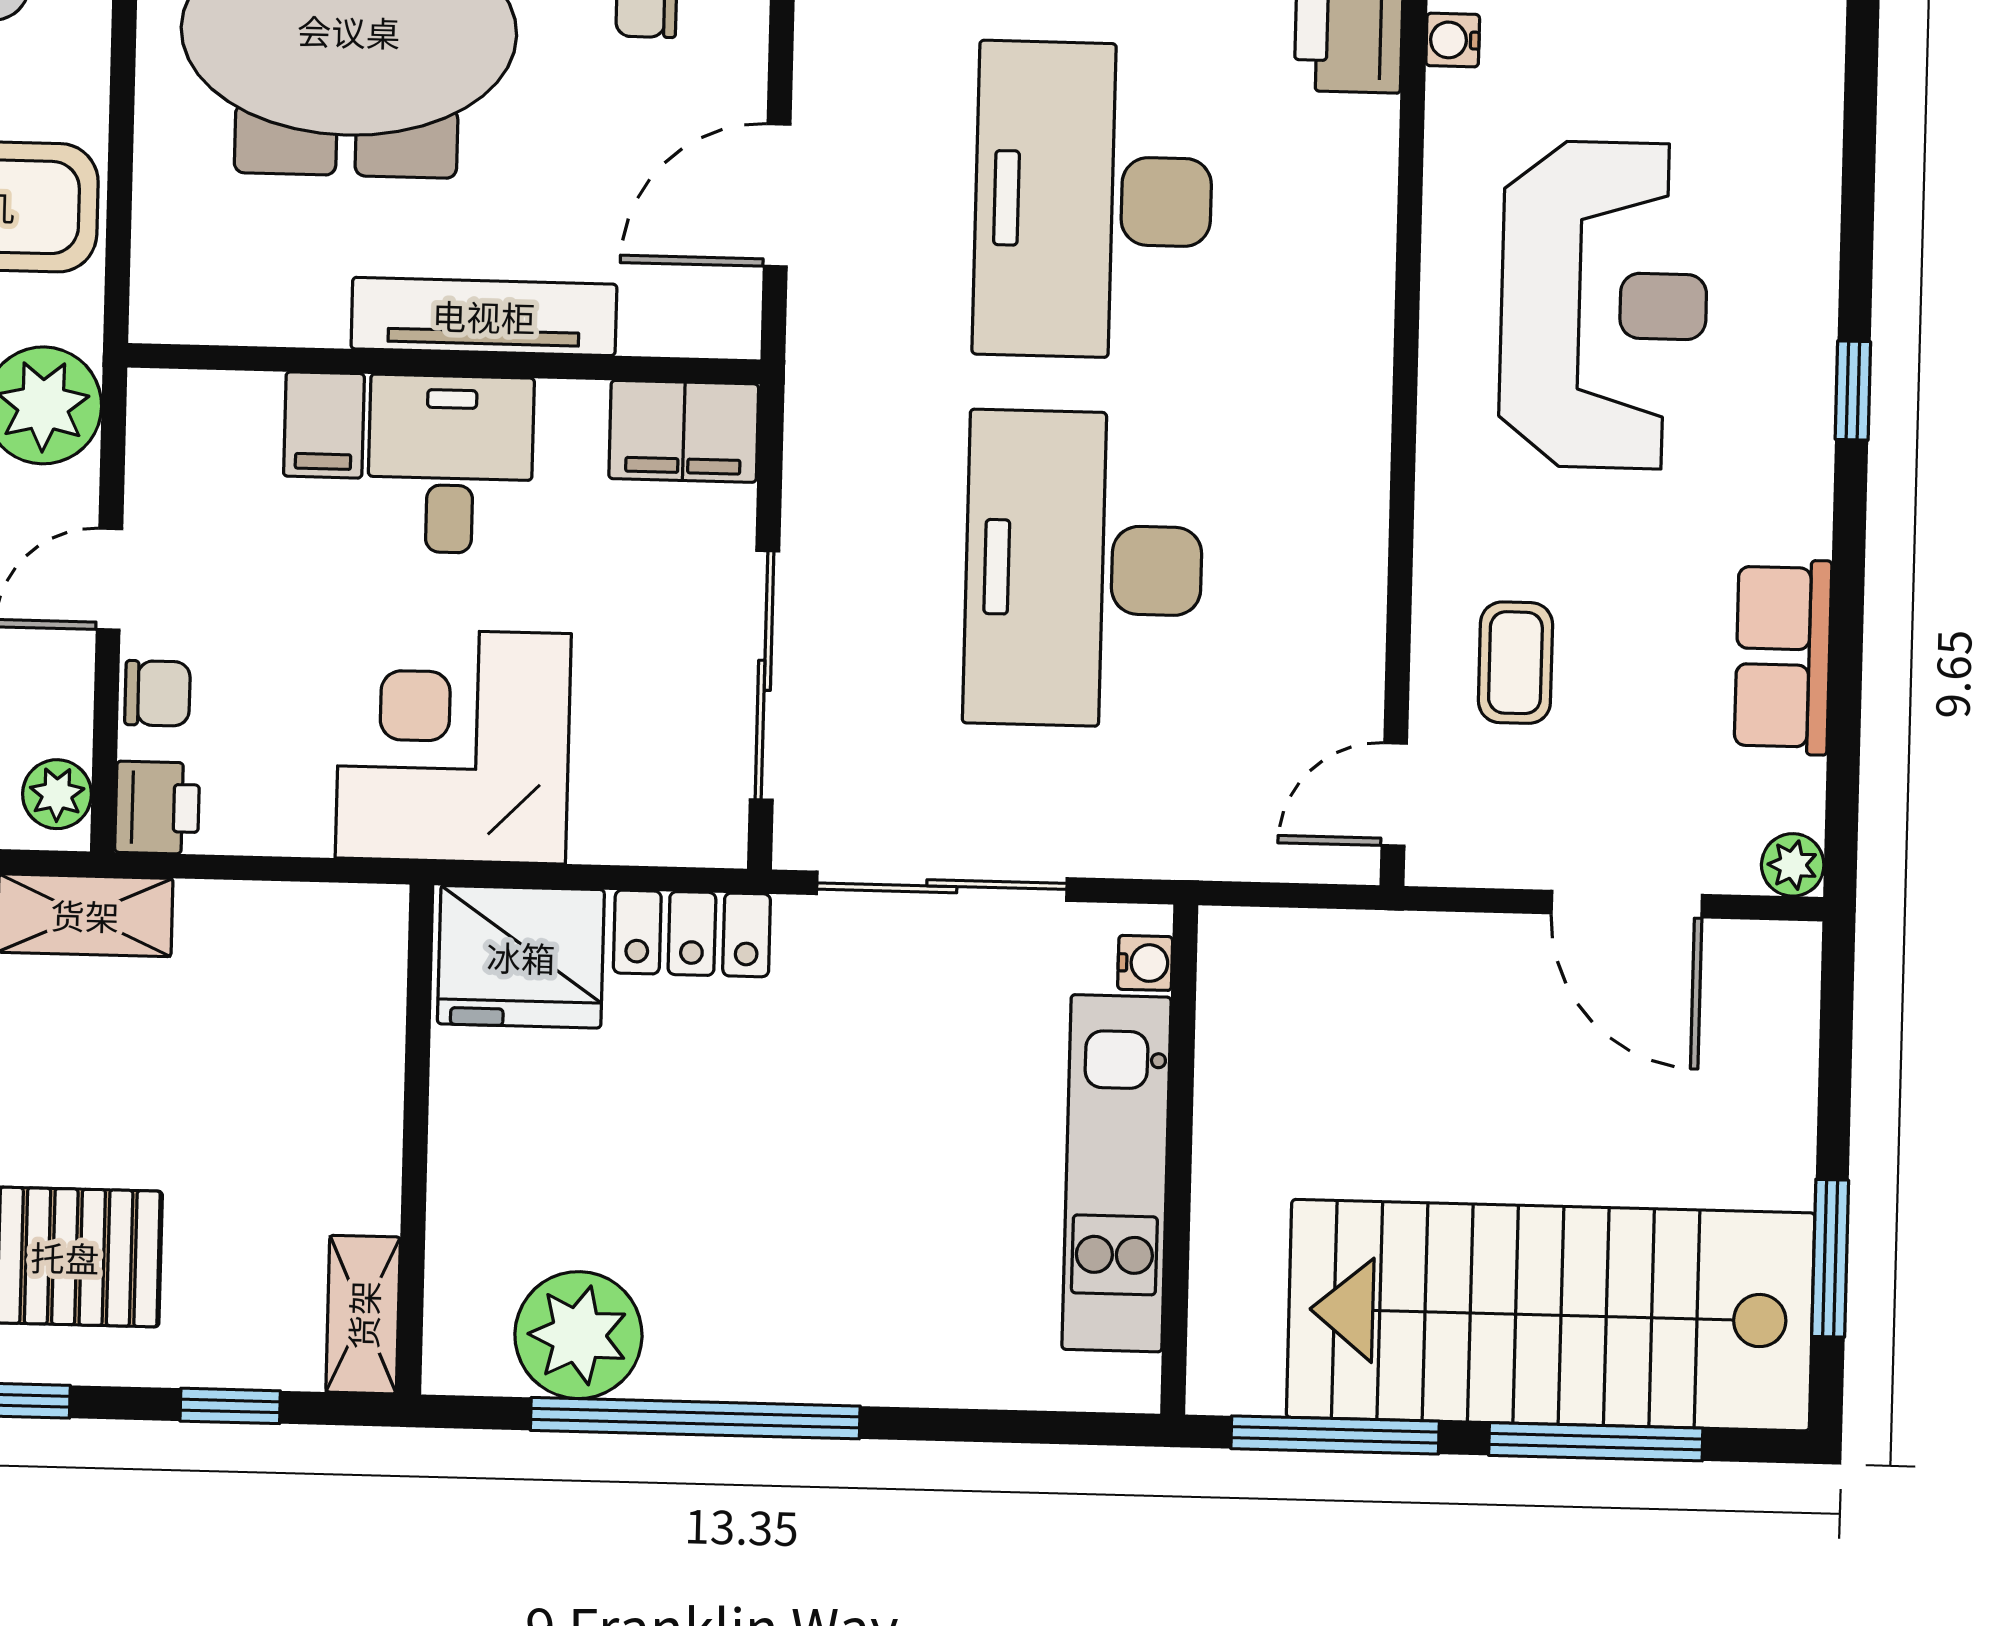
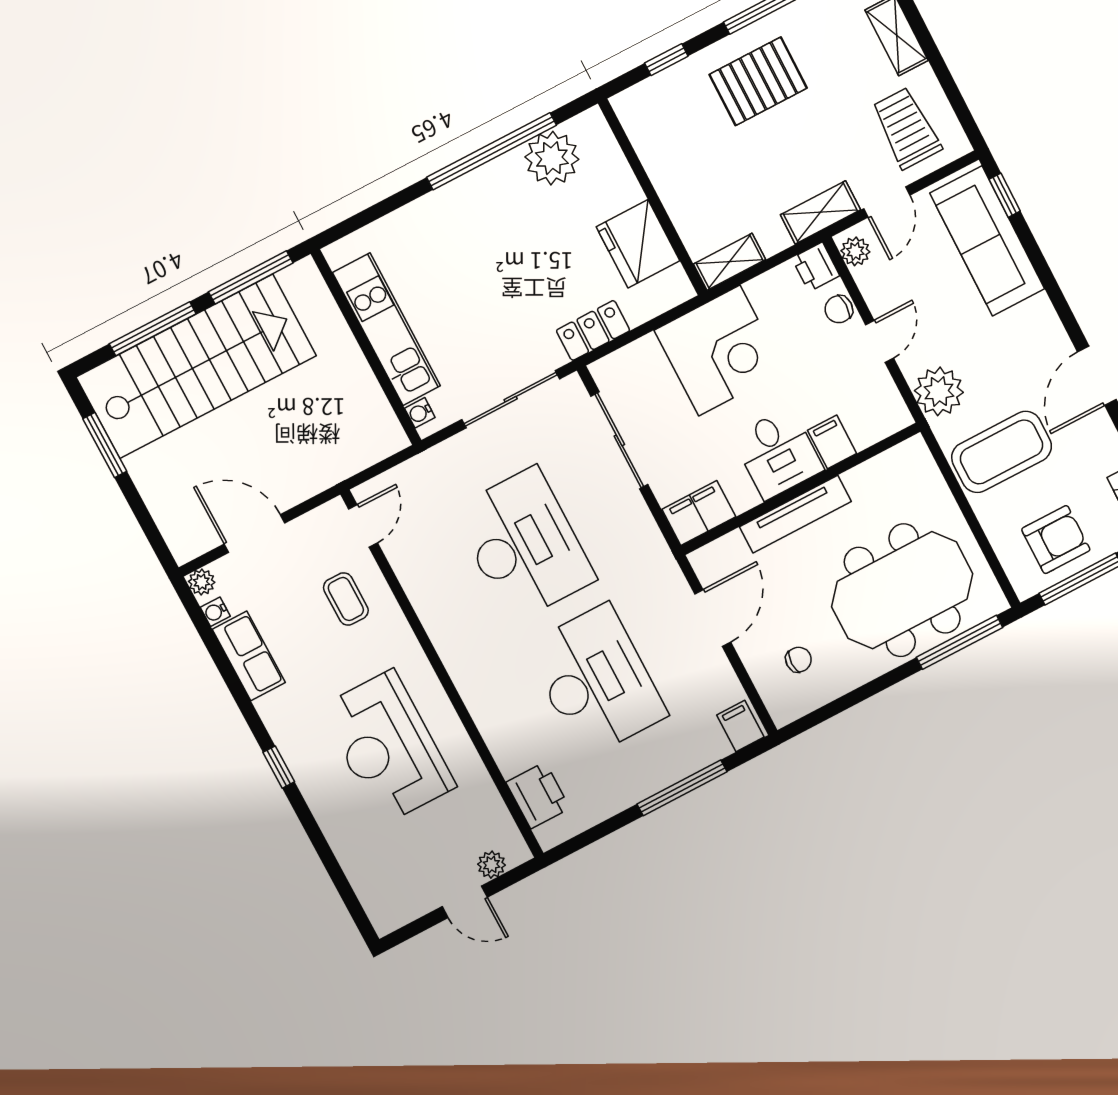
water cooler: (1453, 40) -> (215, 612), moved, turned 180
fridge: (521, 957) -> (638, 244), moved, turned -90
shelving: (363, 1315) -> (729, 262), moved, turned 90

